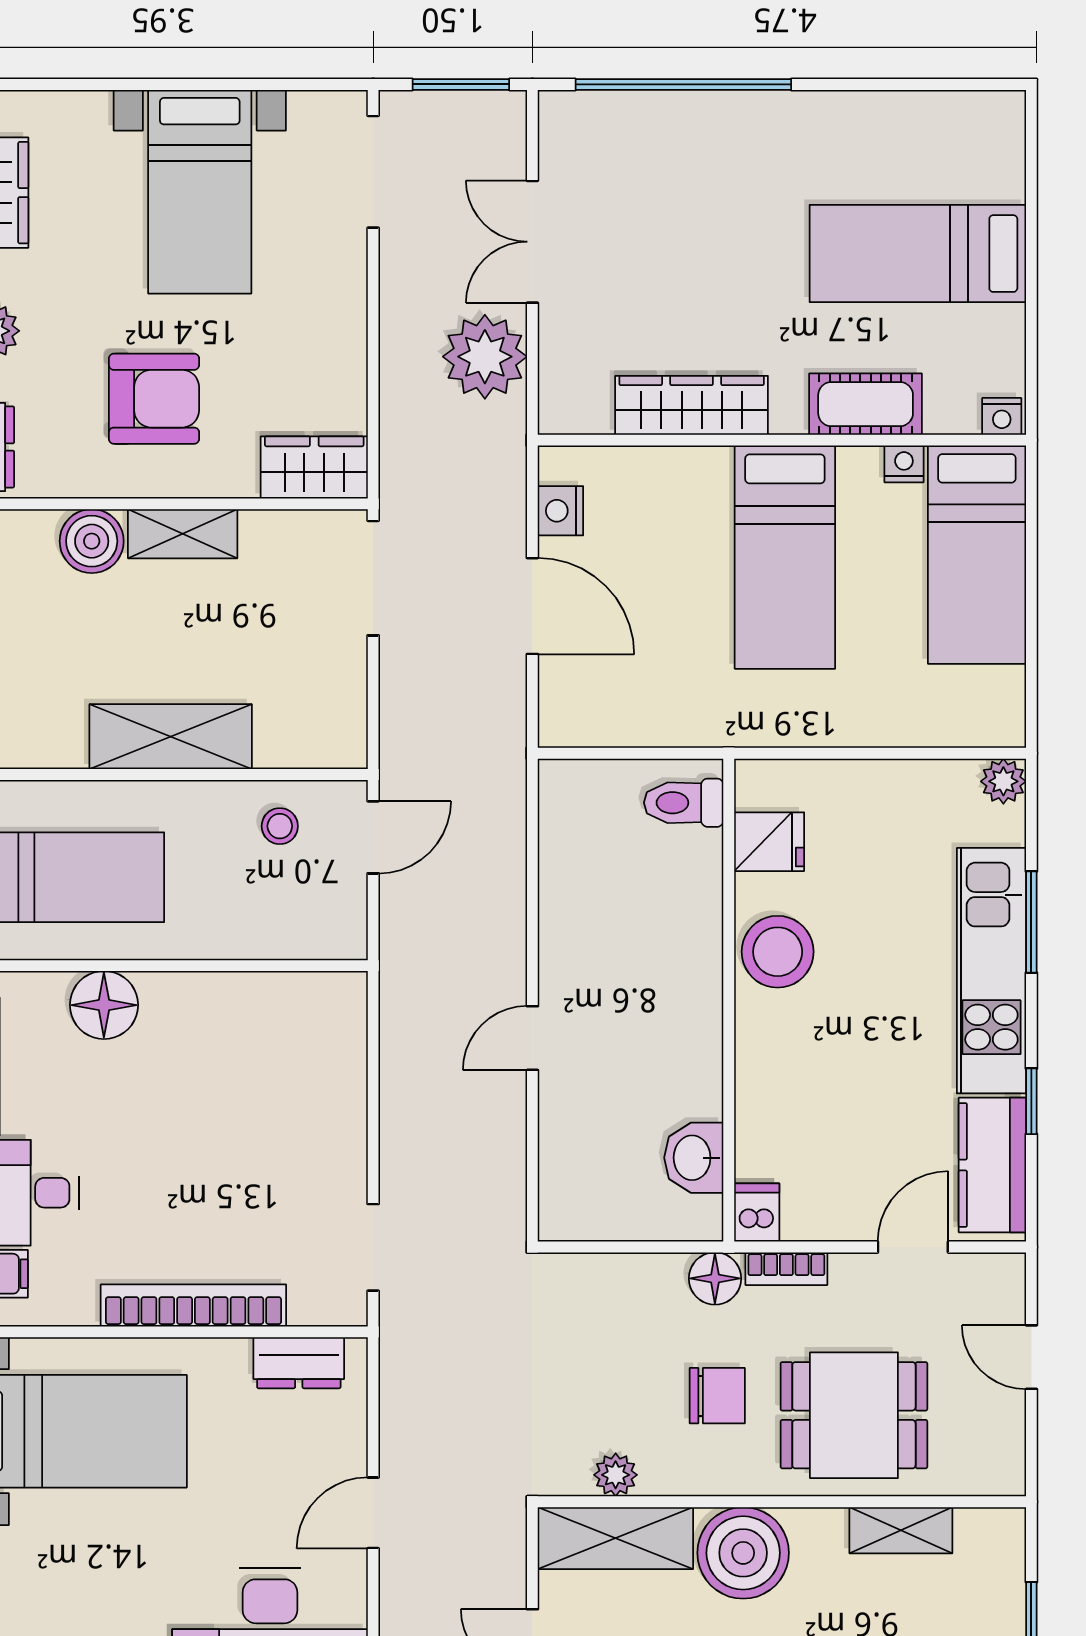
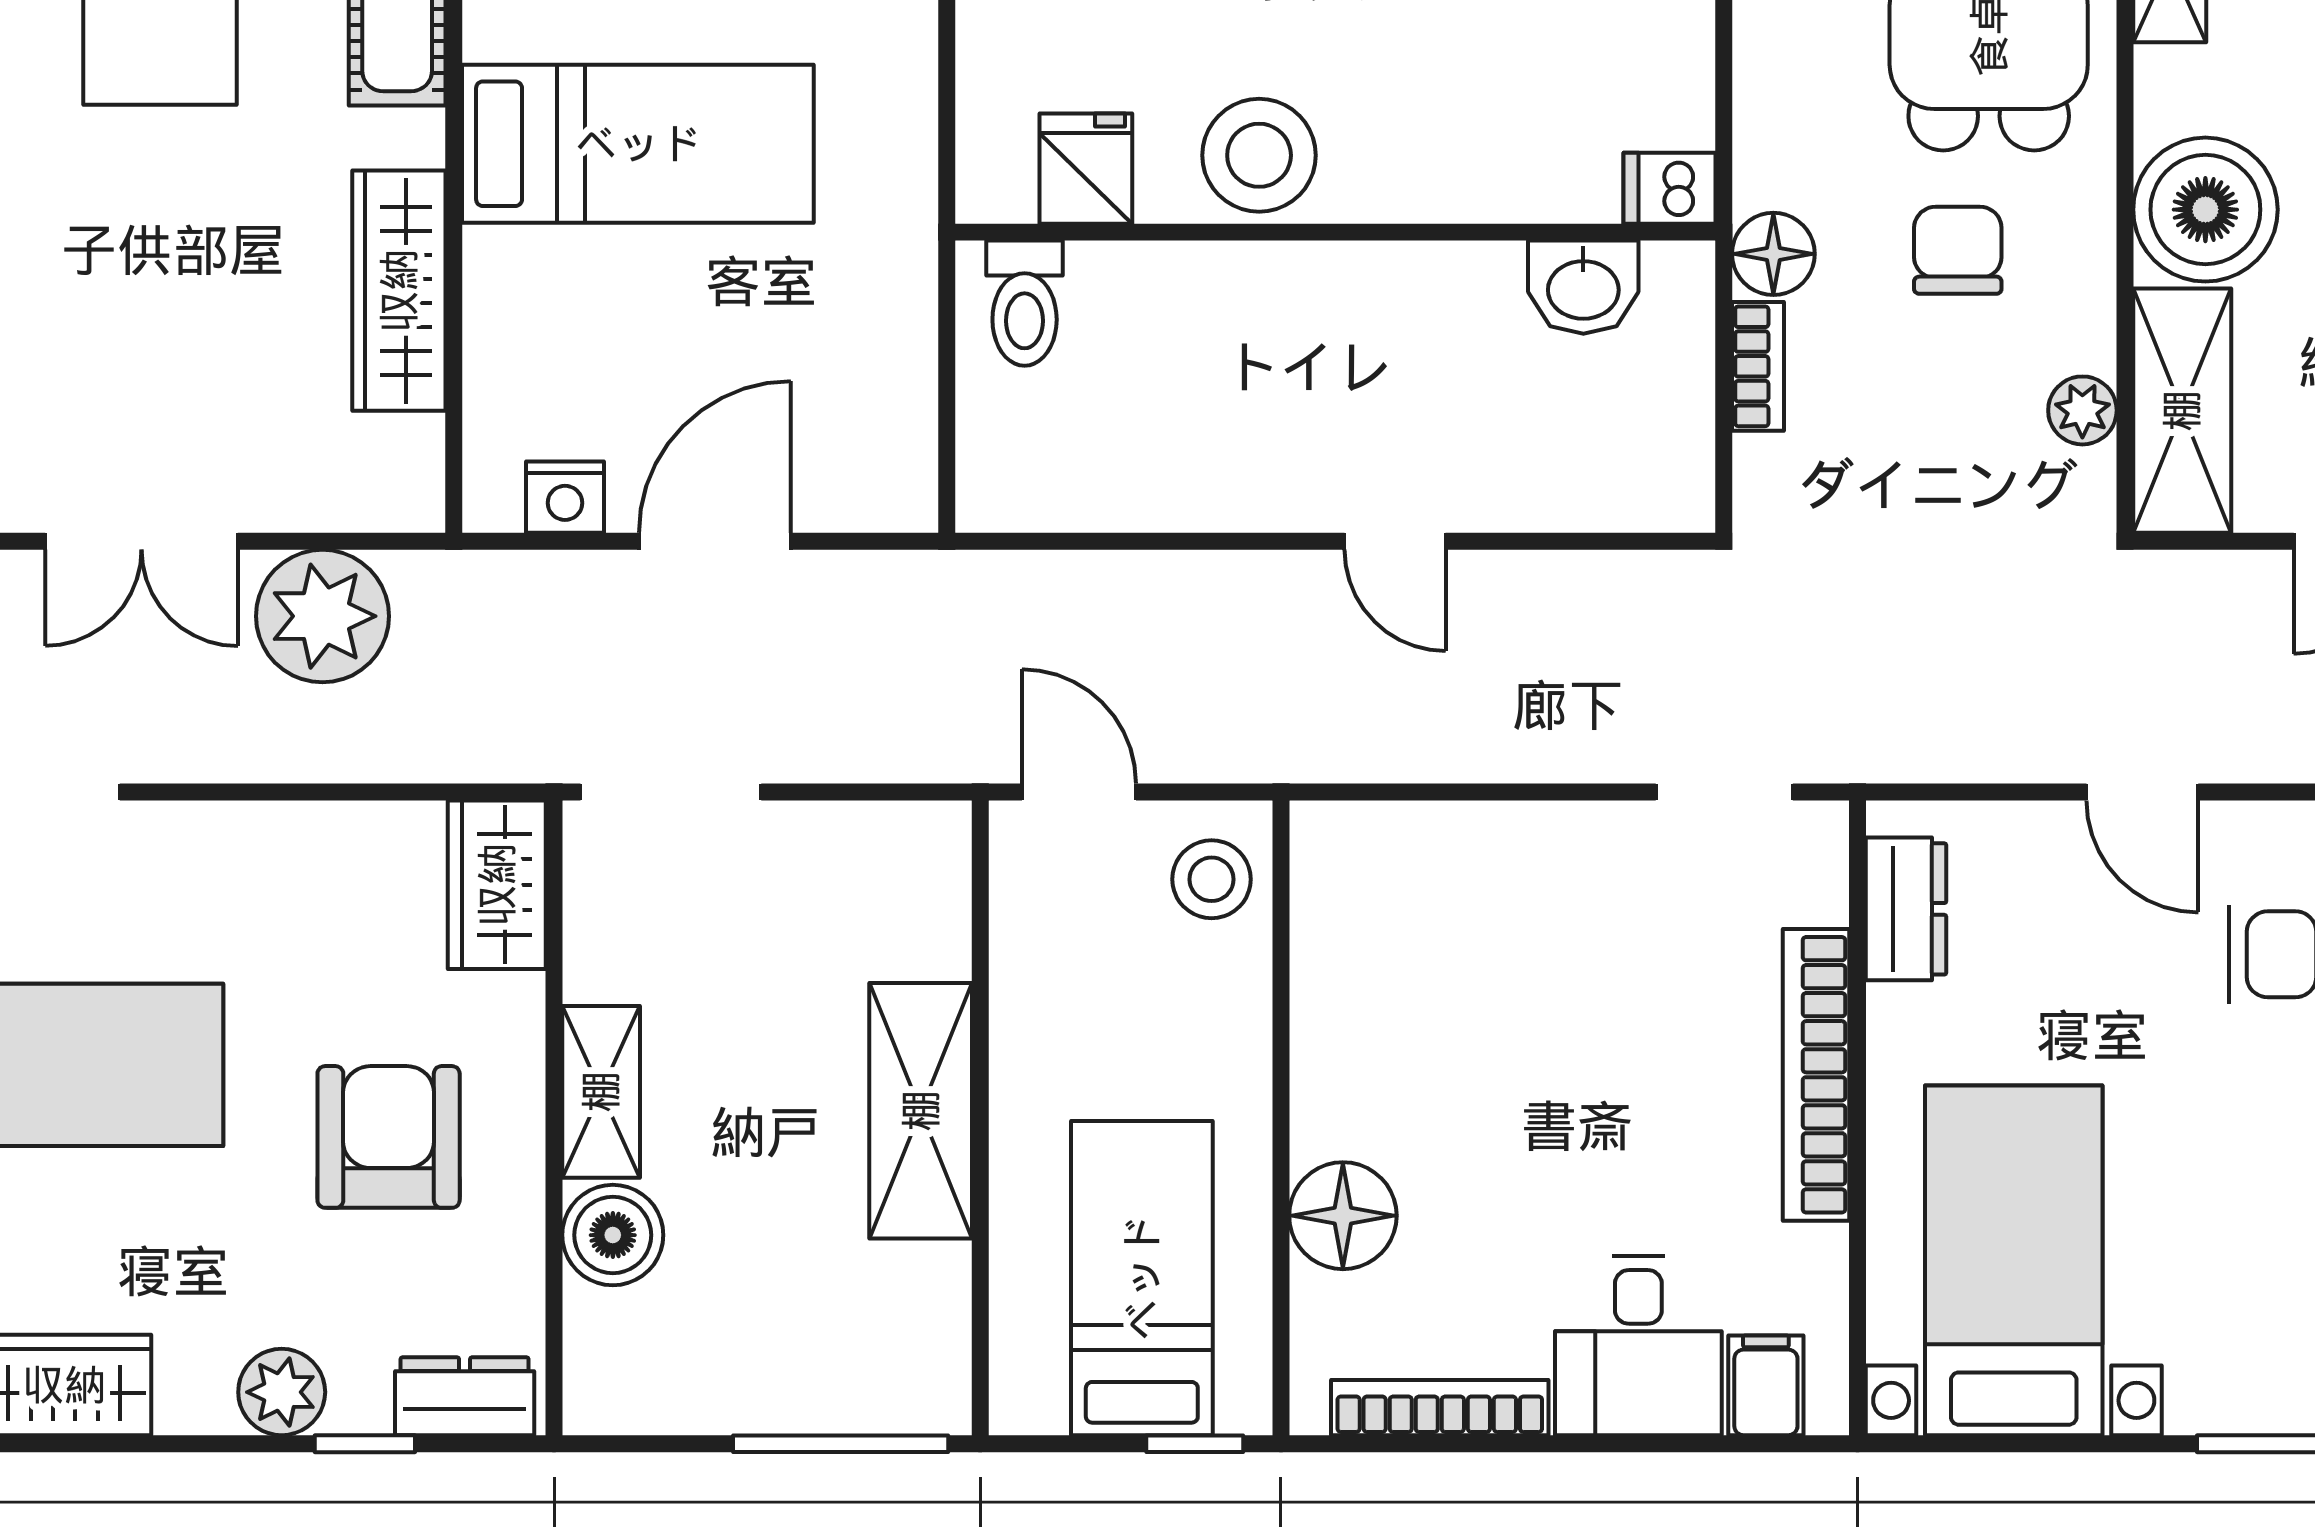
stool: (280, 826) -> (1212, 879), moved, width x1.37, depth x1.37
bookcase: (786, 1269) -> (1758, 366), moved

